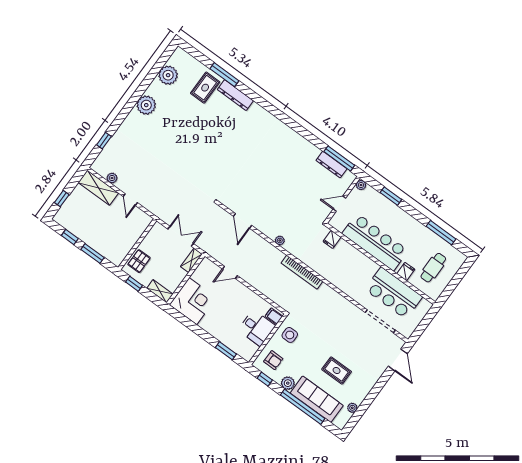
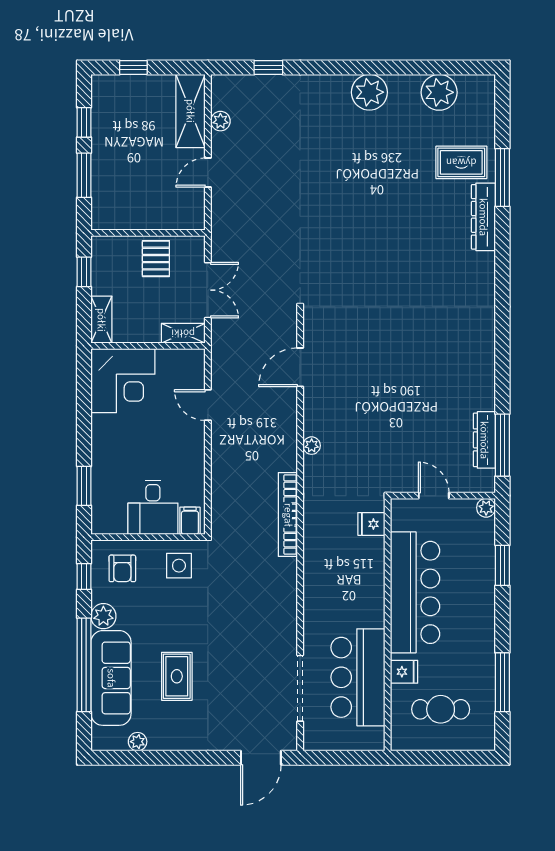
pallet: (139, 261) -> (156, 259), moved, turned 90

